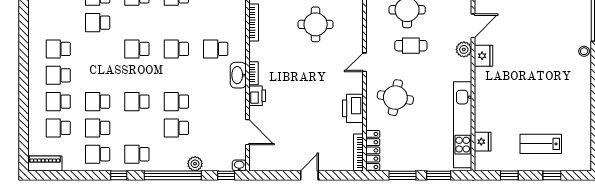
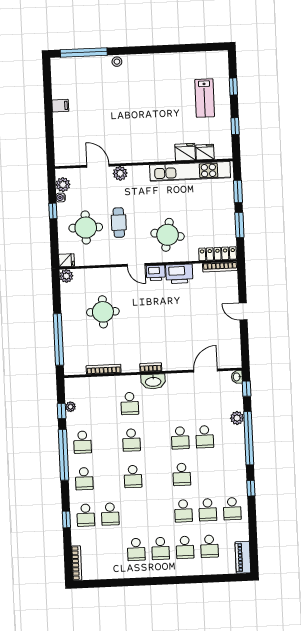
fridge: (484, 56) -> (185, 152), moved
printer: (257, 96) -> (156, 273), moved, turned 180
school desk: (137, 154) -> (231, 472), removed

